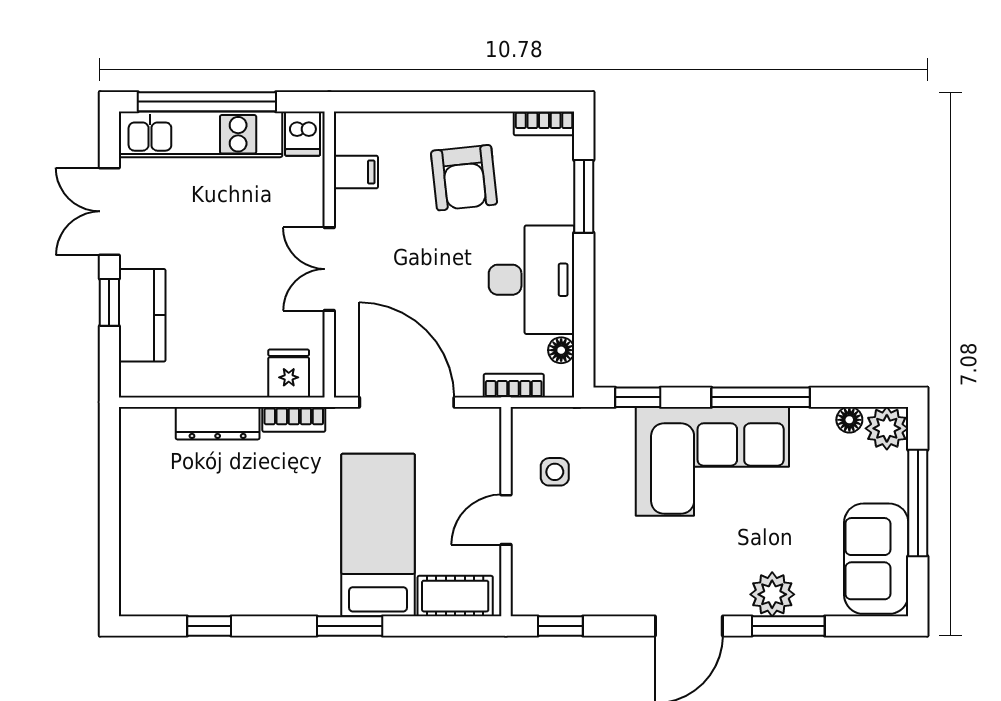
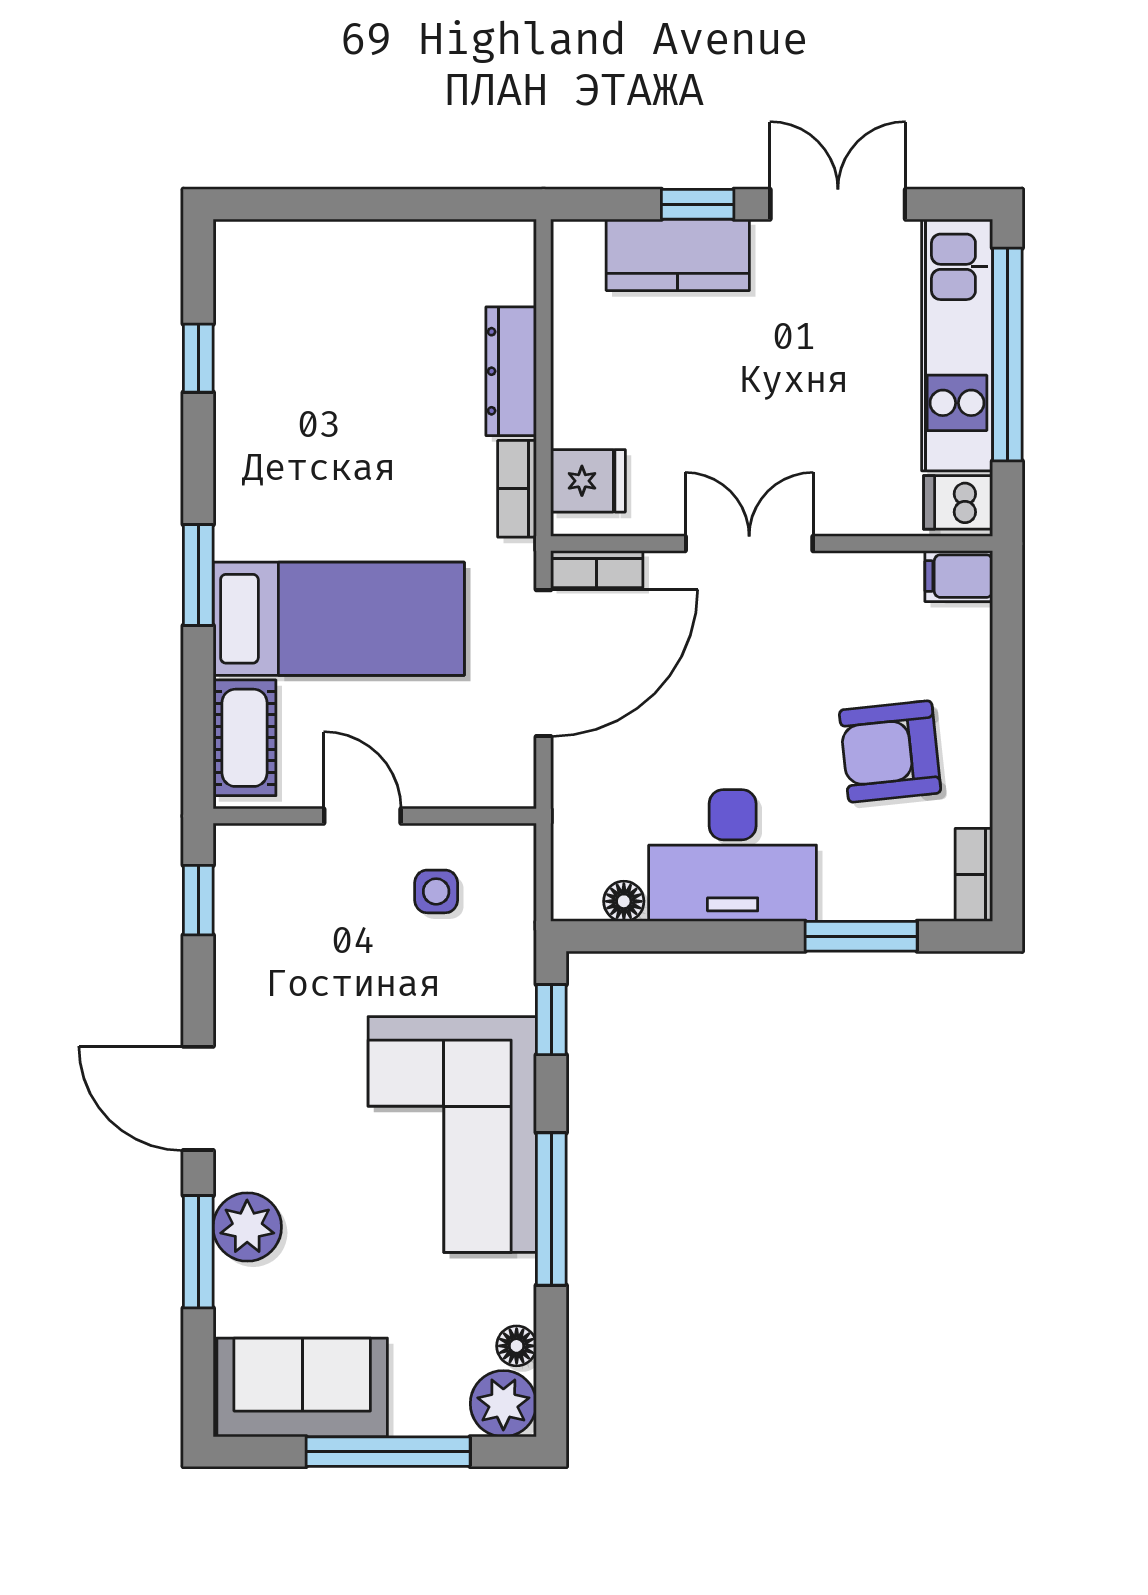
filing cabinet: (356, 172) -> (959, 576), moved, turned 90
bookcase: (514, 386) -> (597, 569), moved, turned 90

